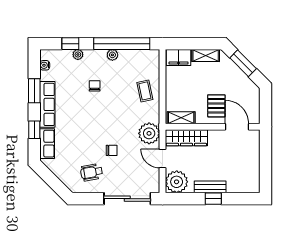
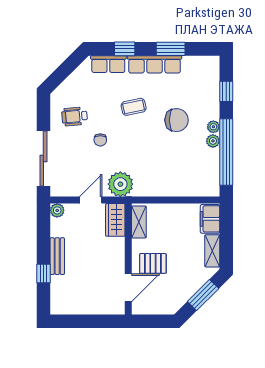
plant: (78, 55) -> (213, 127), moved
water cooler: (45, 65) -> (201, 61), removed
chair: (95, 86) -> (177, 120), width x1.87, depth x1.87
coffee table: (145, 91) -> (134, 107), moved
wardrobe: (186, 138) -> (115, 220), width x0.67
wheelchair: (92, 172) -> (75, 116), turned -85
plant: (177, 182) -> (57, 210), width x0.53, depth x0.53
window: (213, 199) -> (43, 274), moved

